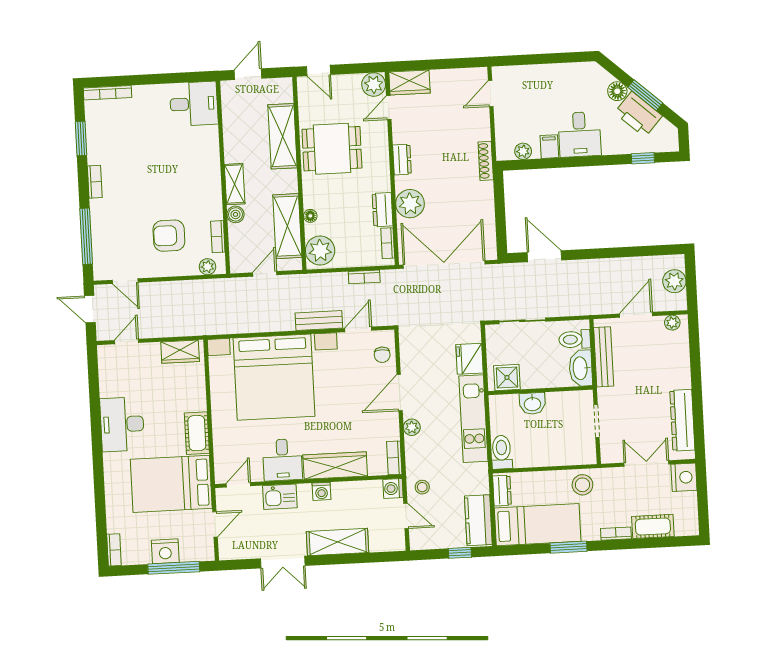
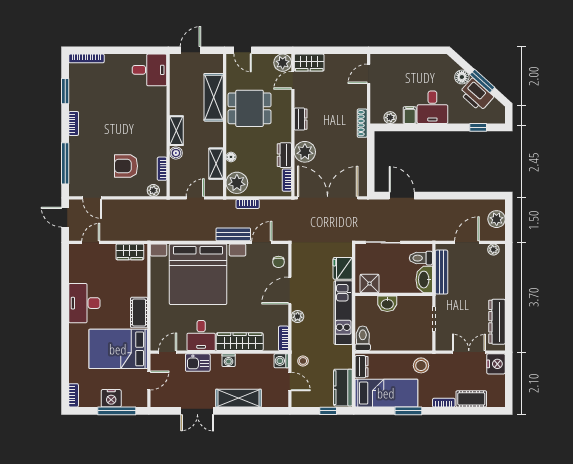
shelving: (287, 226) -> (216, 164), width x0.67, depth x0.75
bookcase: (364, 277) -> (248, 204), moved

